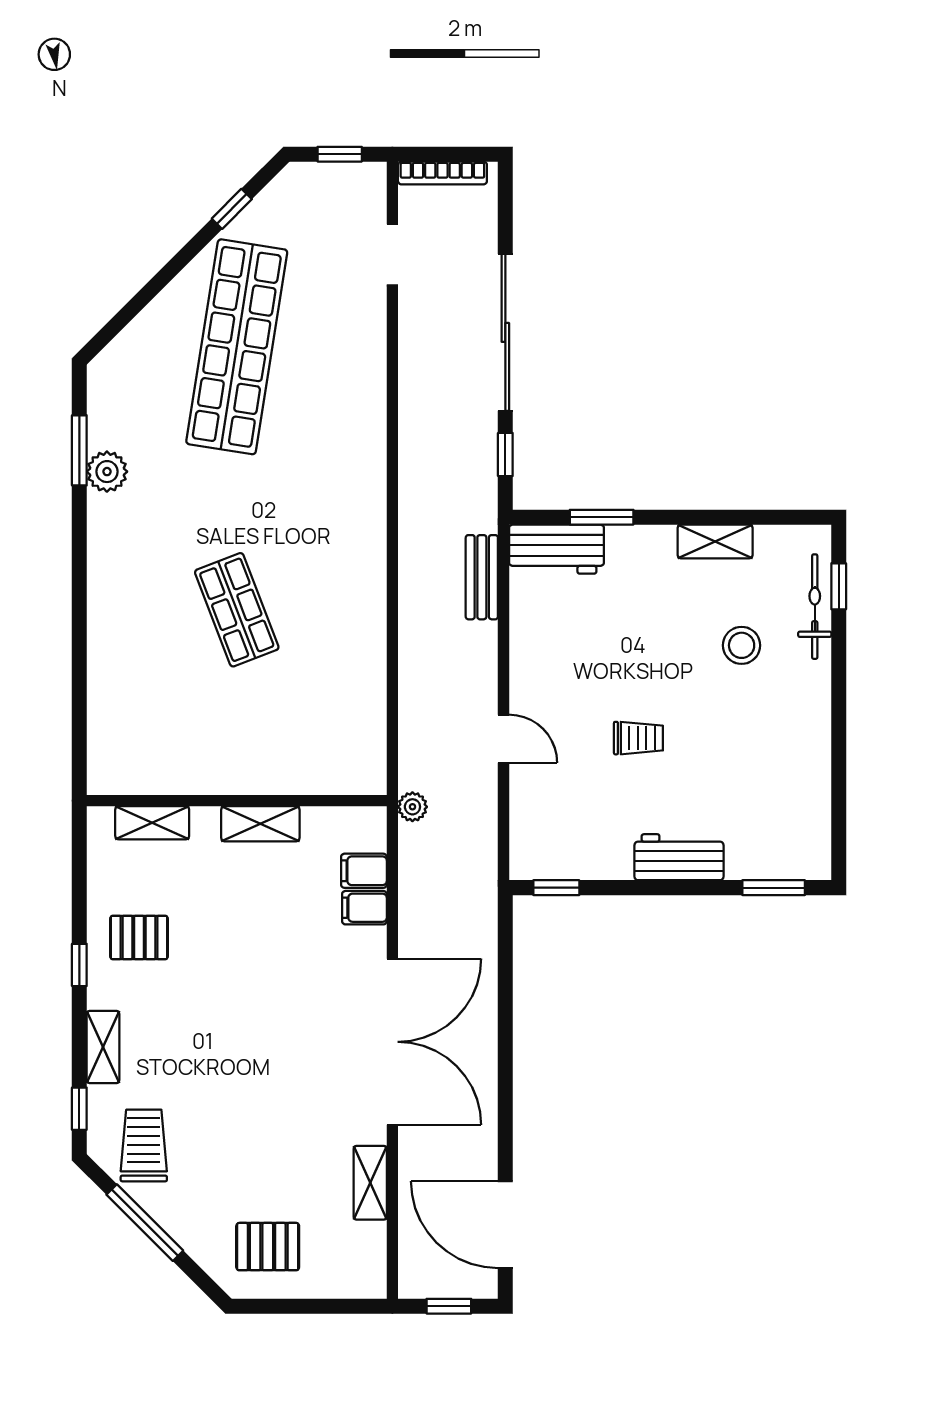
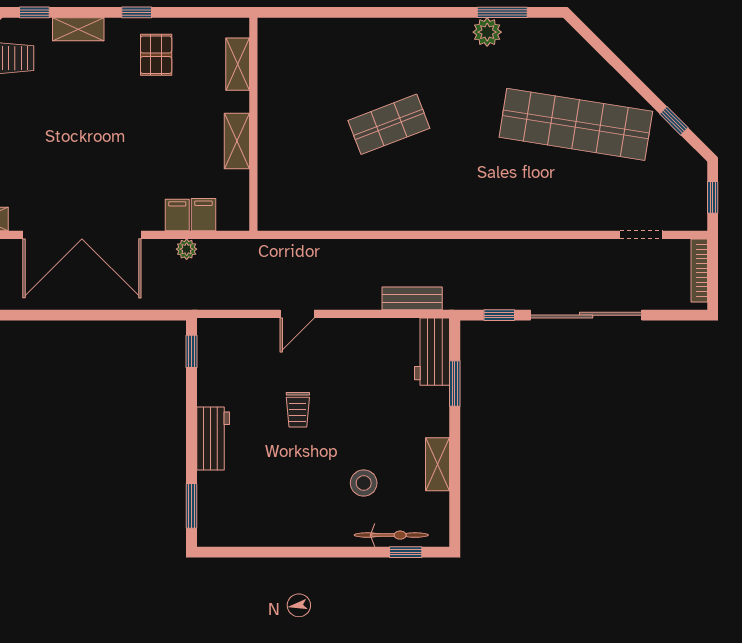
plant: (412, 807) -> (187, 249), moved

